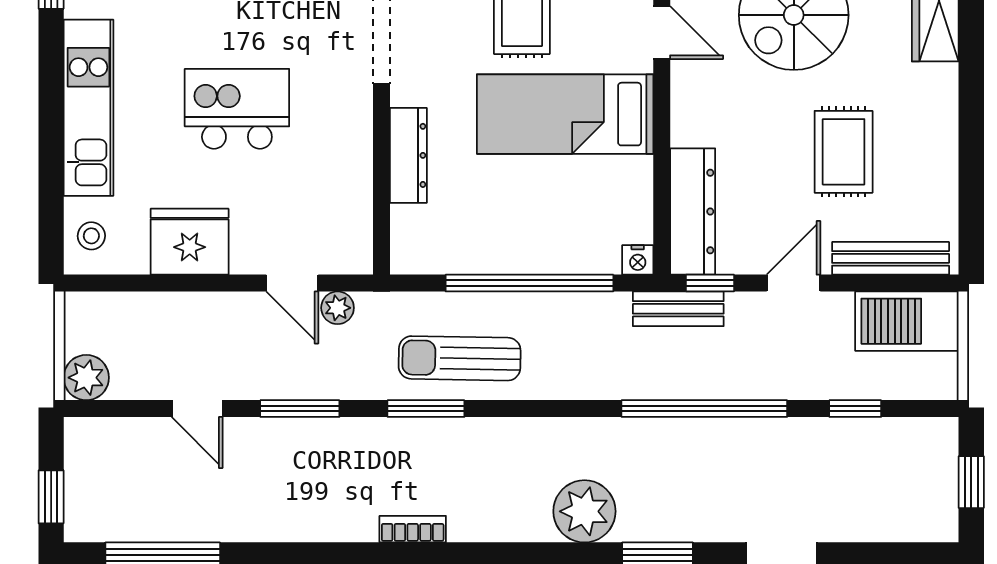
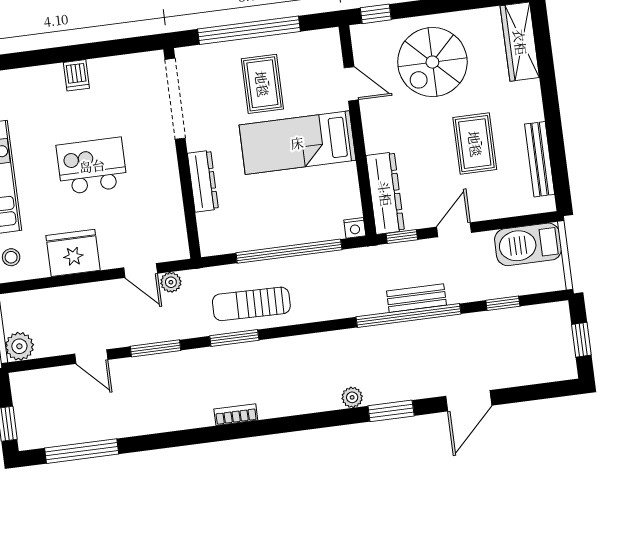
bench: (891, 258) -> (540, 159), moved, turned 90
bench: (678, 309) -> (416, 298), moved
plant: (584, 511) -> (352, 397), width x0.53, depth x0.53

